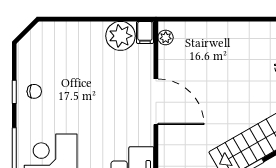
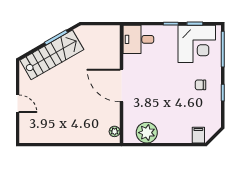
filing cabinet: (145, 32) -> (198, 135), moved
chair: (34, 91) -> (200, 85), moved

